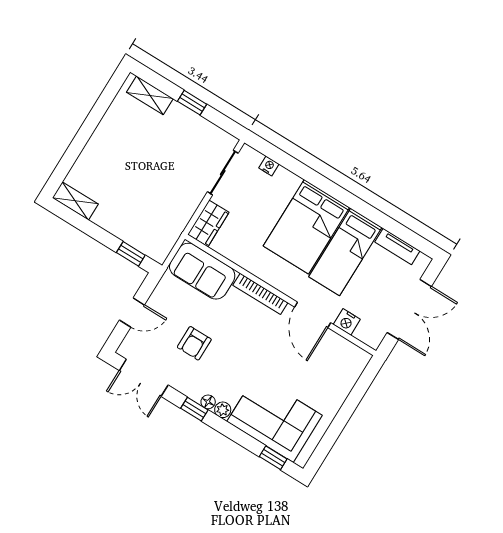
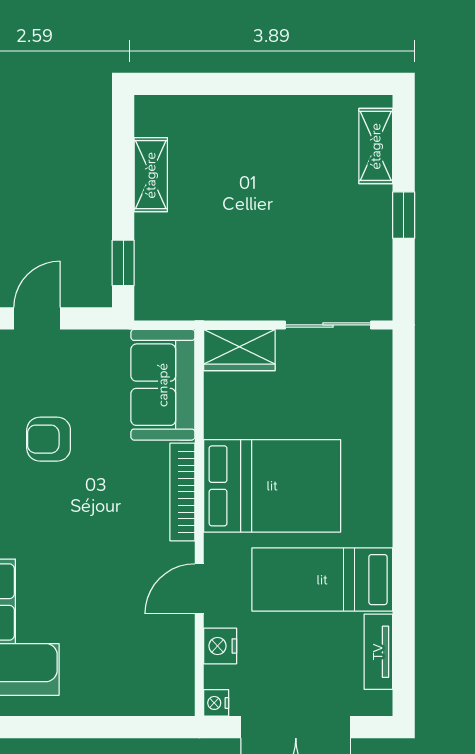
nightstand: (269, 166) -> (216, 703), moved, turned 180
shelving: (75, 201) -> (151, 175), moved
bed: (306, 227) -> (272, 486), moved, turned 180
door: (132, 313) -> (37, 318), swing flipped
door: (313, 315) -> (199, 589), width x0.73

